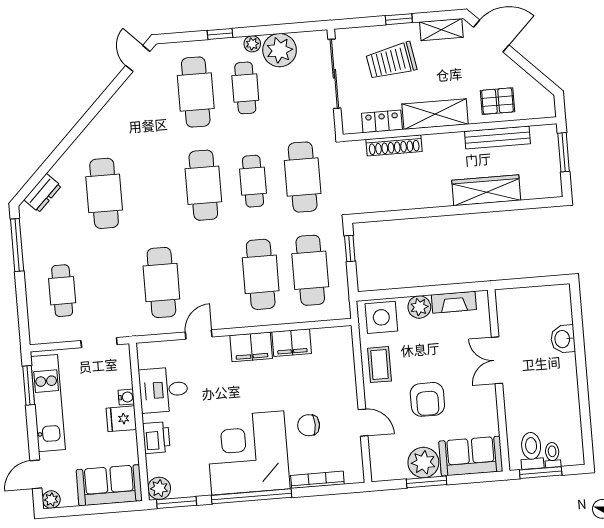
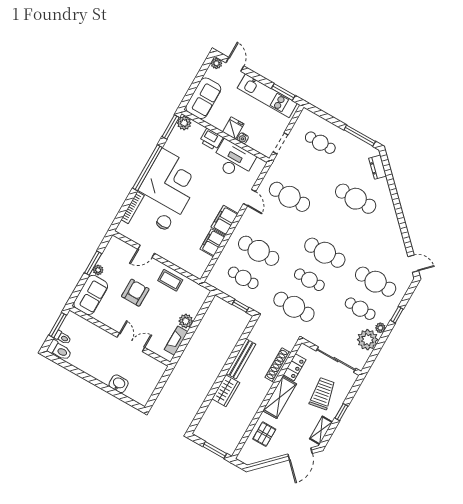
bench: (497, 137) -> (241, 359), moved
wardrobe: (486, 190) -> (226, 391), width x0.67
cafe table: (310, 270) -> (243, 278), width x0.73, depth x0.74
side table: (381, 317) -> (194, 298), removed
desk: (164, 390) -> (233, 160), width x1.37
armchair: (427, 399) -> (135, 293), turned 90
toilet: (531, 451) -> (59, 350), moved
plant: (423, 462) -> (98, 270), width x0.53, depth x0.53

